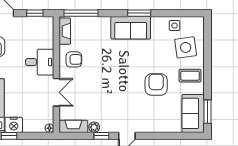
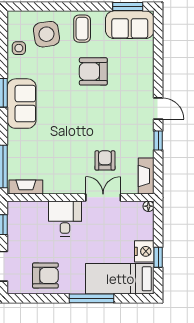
armchair: (74, 59) -> (105, 160), moved
plant: (94, 127) -> (147, 150), removed

